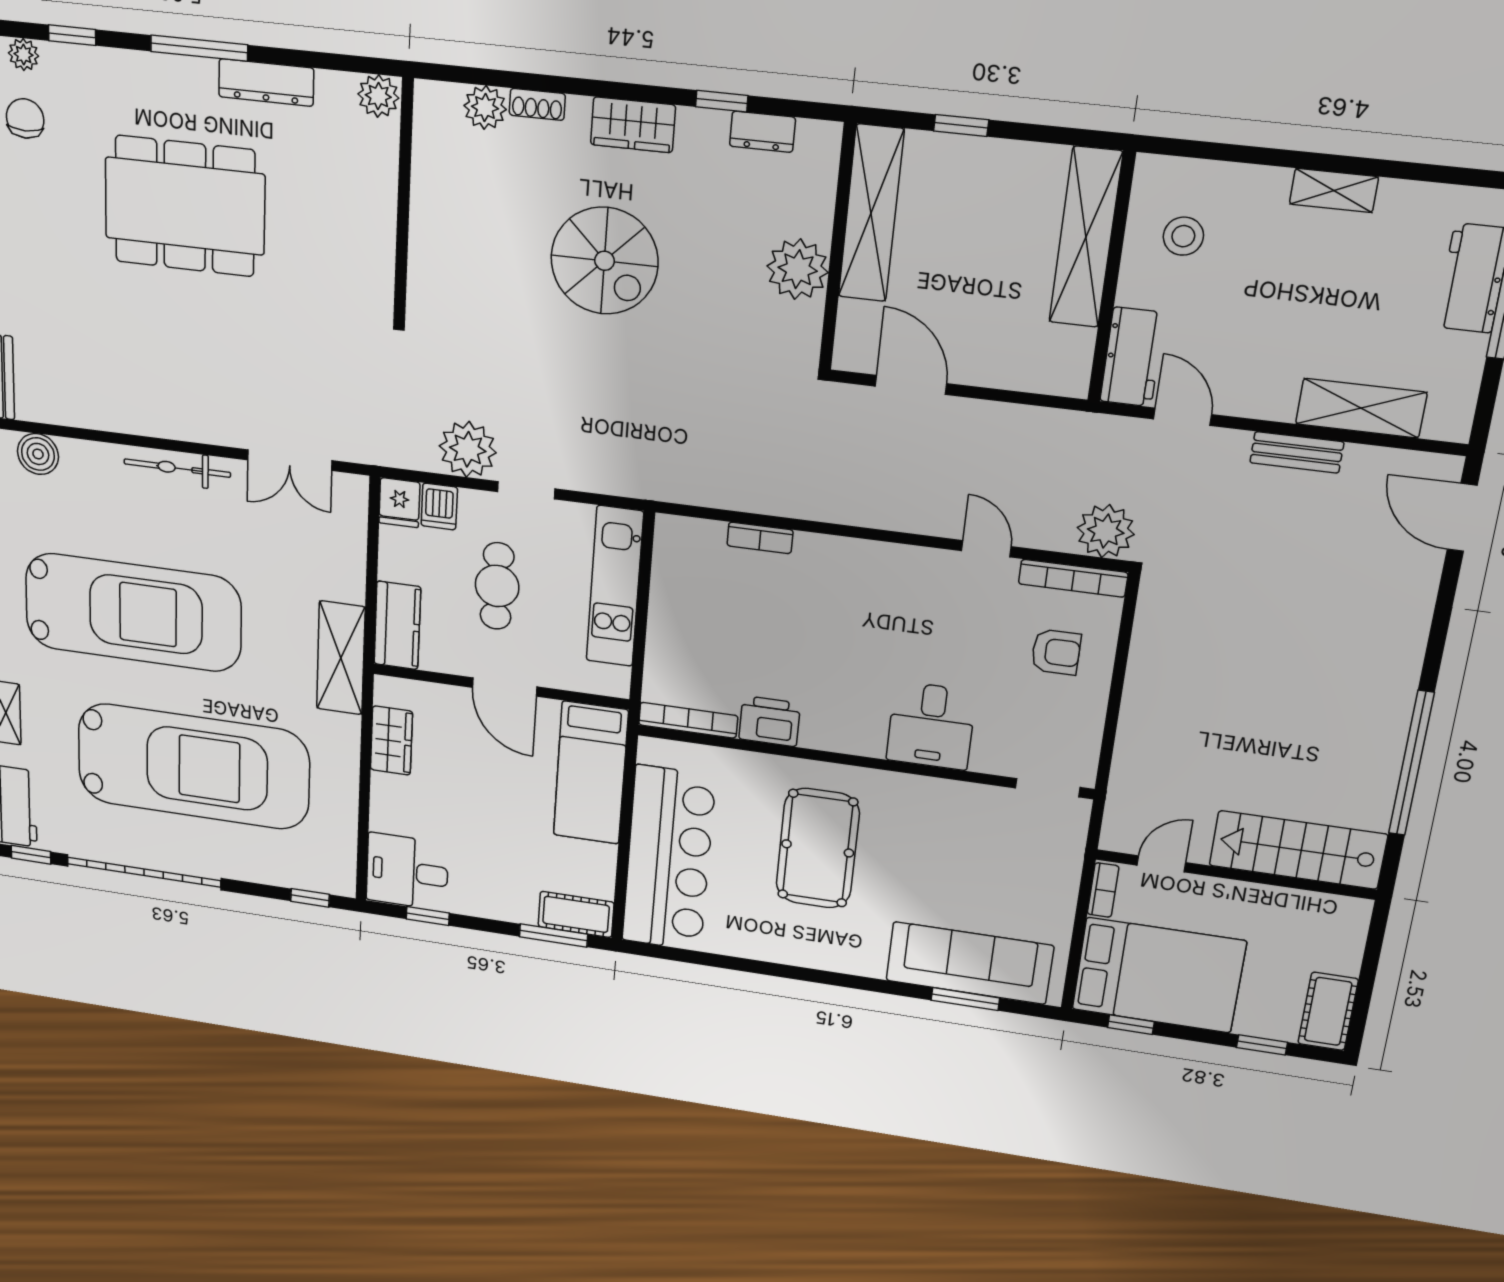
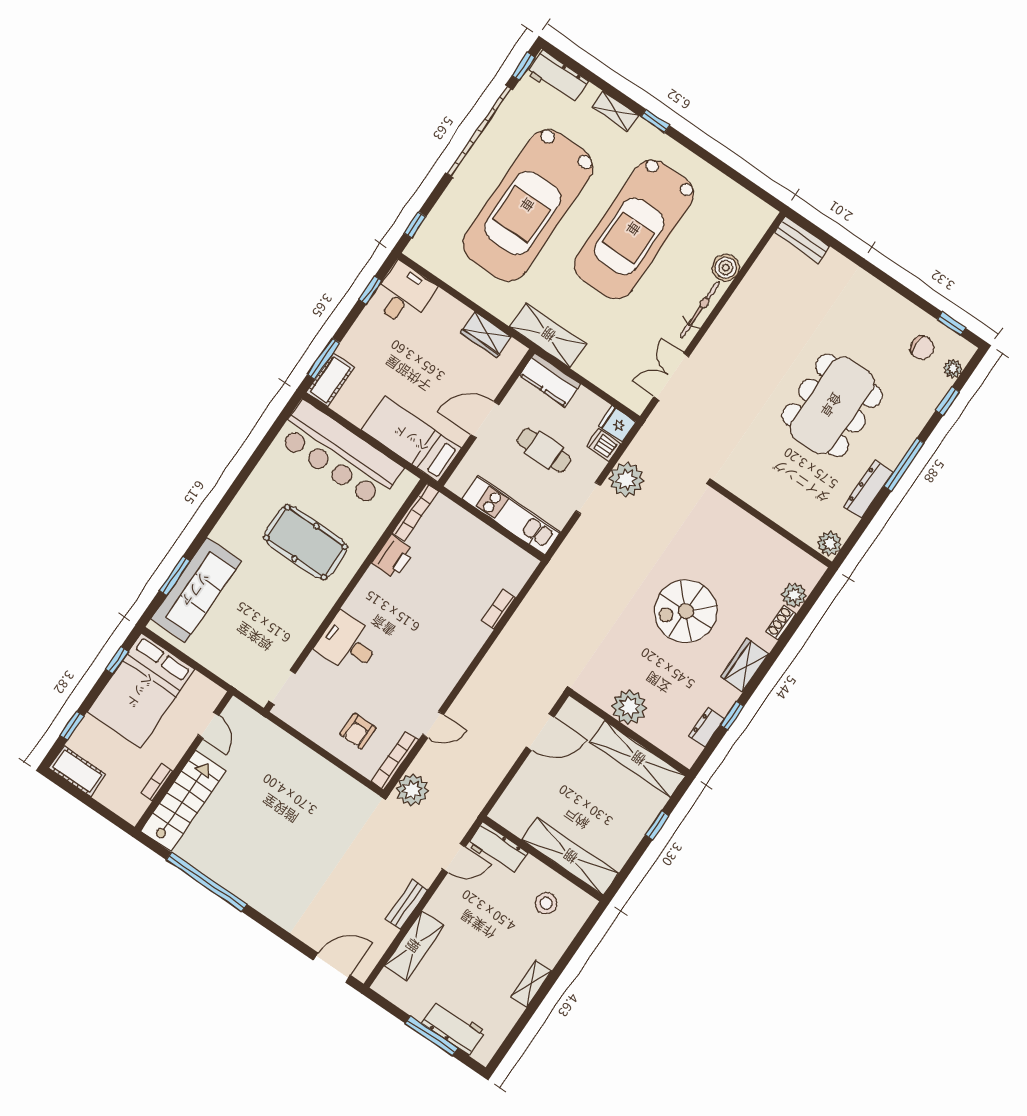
boiler: (38, 454) -> (726, 268), moved
bookcase: (1103, 890) -> (157, 782), moved, turned 90

